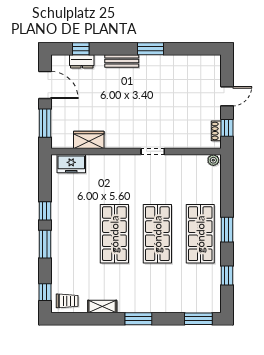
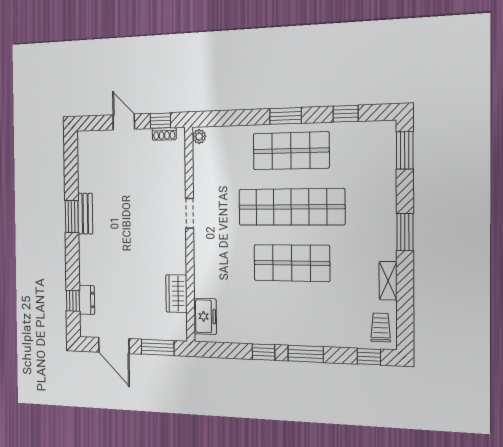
bench: (122, 61) -> (85, 214), moved
door: (45, 85) -> (114, 345), swing flipped
shop shelf: (157, 234) -> (291, 207), width x1.40

